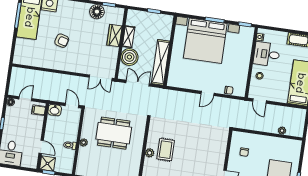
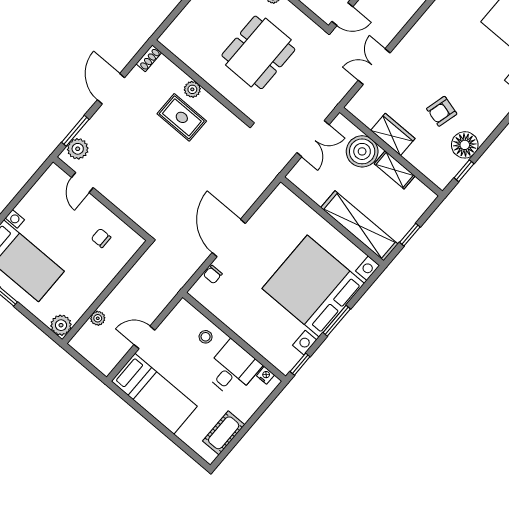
wardrobe: (115, 35) -> (393, 134), moved
armchair: (62, 41) -> (442, 111), moved
shelving: (161, 62) -> (359, 226), moved
double door: (101, 78) -> (374, 67), moved
door: (208, 93) -> (229, 238), width x1.88
door: (259, 101) -> (144, 337), moved
plant: (296, 145) -> (61, 325), added

